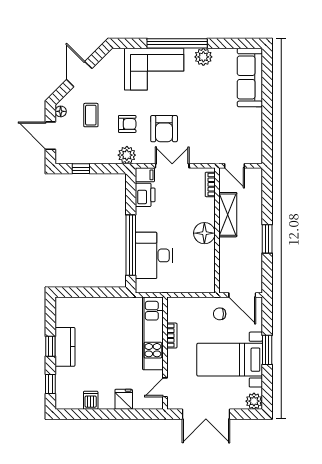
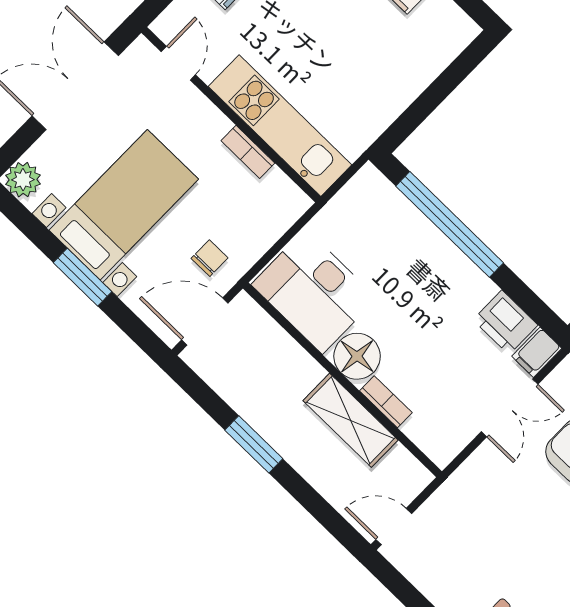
door: (234, 166) -> (394, 527), moved
bookcase: (210, 184) -> (386, 402), moved
desk: (154, 255) -> (314, 291), moved, turned 180

